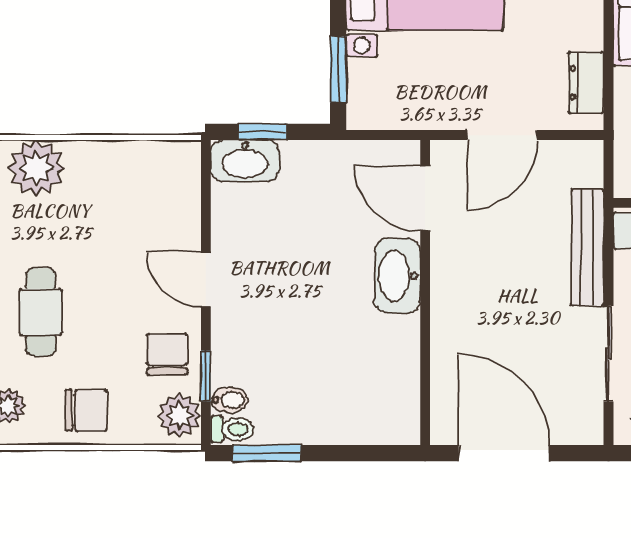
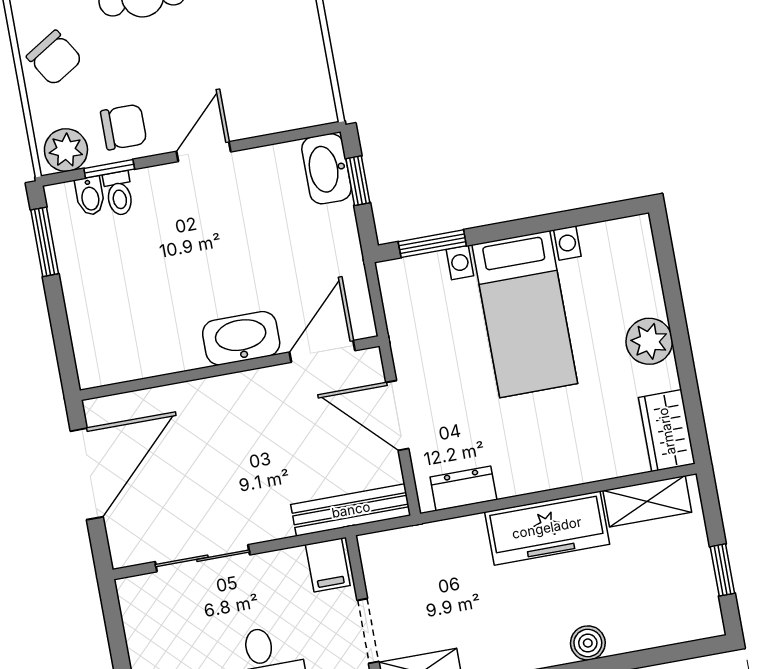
bench: (587, 247) -> (351, 510), moved
chair: (86, 410) -> (54, 58), turned -32
toilet: (232, 429) -> (119, 193), moved

